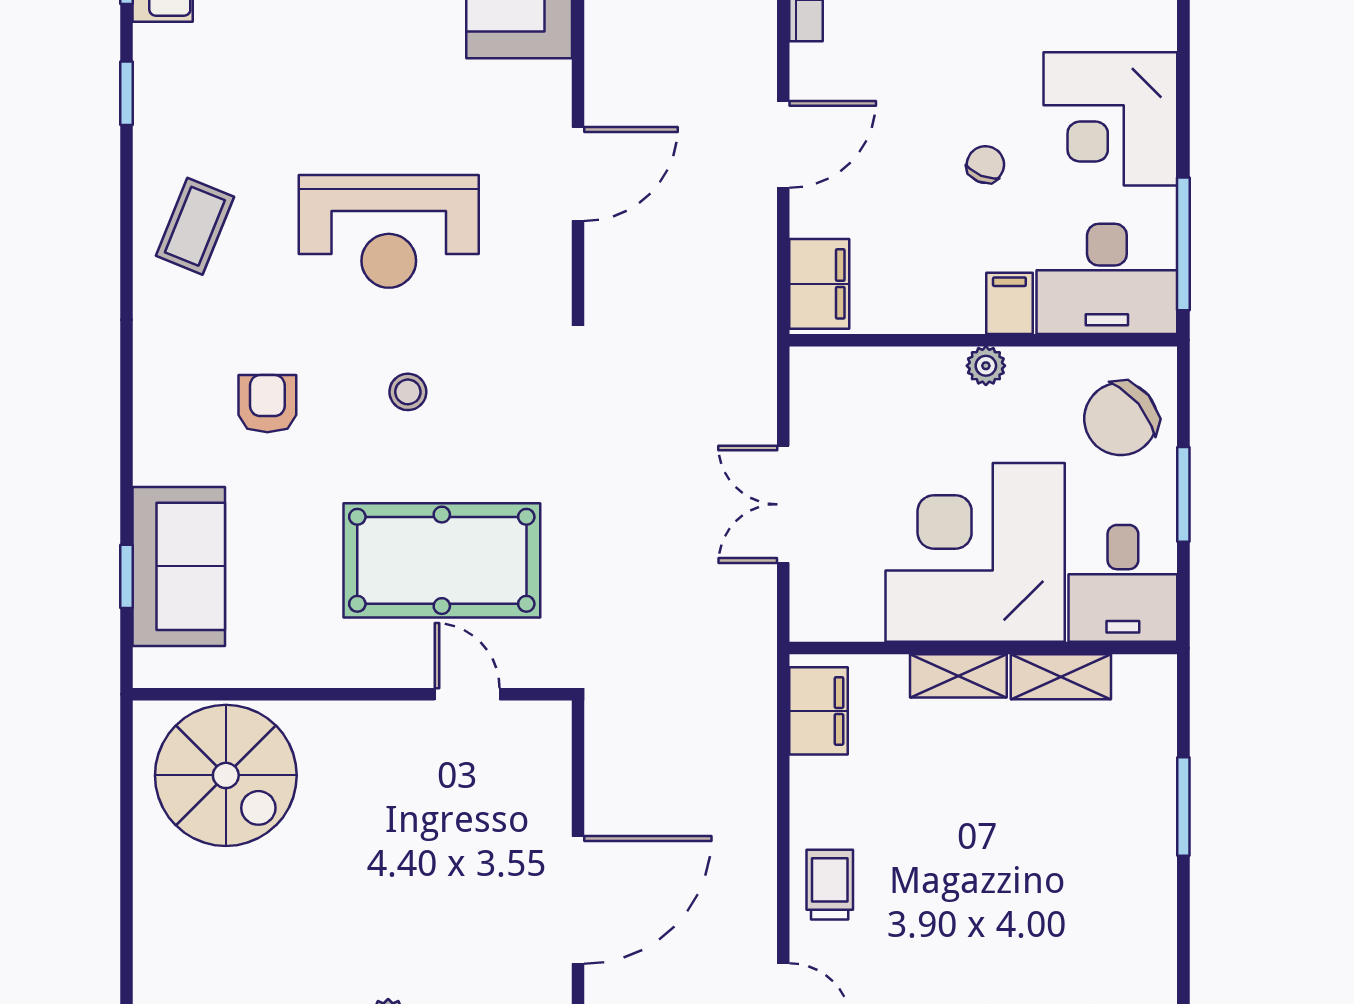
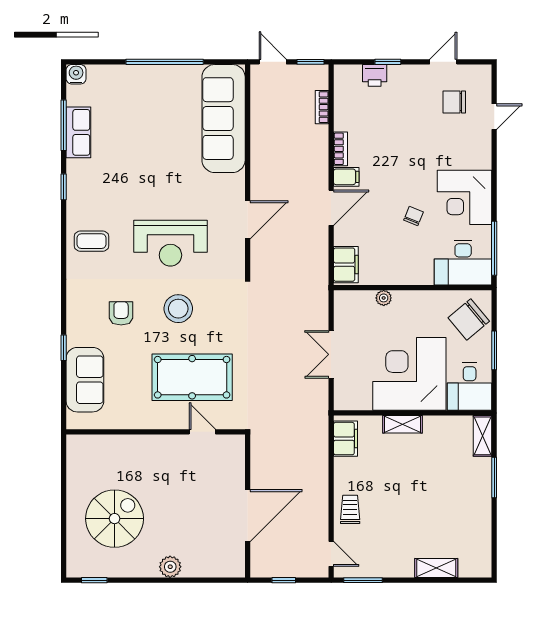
coffee table: (195, 226) -> (91, 241), turned 68
filing cabinet: (1009, 303) -> (346, 177), moved, turned 90
plant: (986, 366) -> (384, 298), moved
stool: (408, 392) -> (178, 309), width x1.89, depth x1.89
window: (127, 576) -> (64, 348), moved
shelving: (1061, 677) -> (482, 436), moved, turned 90
spiral stairs: (226, 775) -> (115, 519), moved, turned -90

